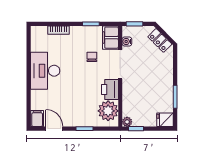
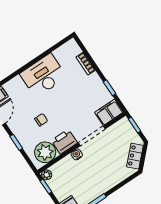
water cooler: (127, 41) -> (77, 154), moved
chair: (92, 57) -> (41, 120), moved

